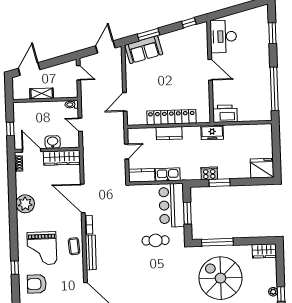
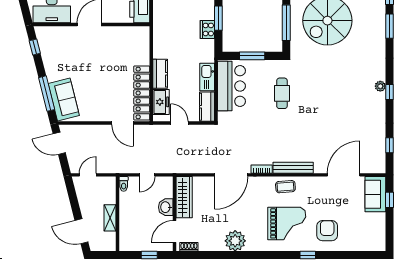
window: (149, 34) -> (47, 94), width x1.44
locker: (171, 117) -> (142, 93), moved
freezer: (212, 132) -> (161, 102), moved
bar counter: (172, 205) -> (231, 86), moved, turned -90
armchair: (37, 284) -> (327, 231), turned 180

